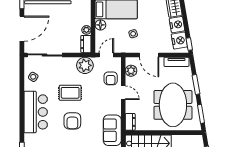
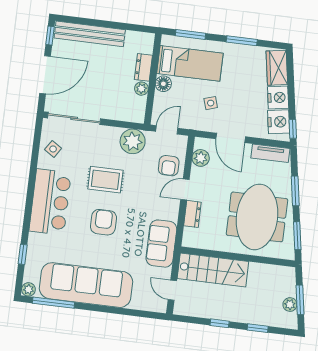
dresser: (86, 44) -> (143, 67), moved
door: (123, 93) -> (185, 190), swing flipped
armchair: (72, 121) -> (103, 222), turned 180
dresser: (130, 122) -> (192, 214), moved

